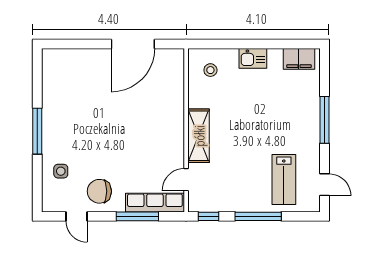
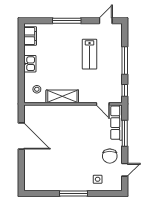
shelving: (199, 136) -> (62, 96), moved
lab bench: (284, 180) -> (90, 54), moved, turned 90

